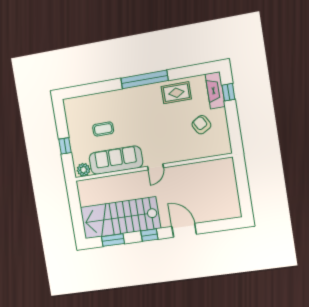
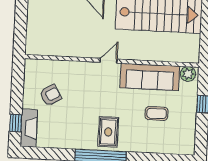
rug: (176, 93) -> (108, 132), moved, turned 90
armchair: (201, 125) -> (50, 95), turned -91

